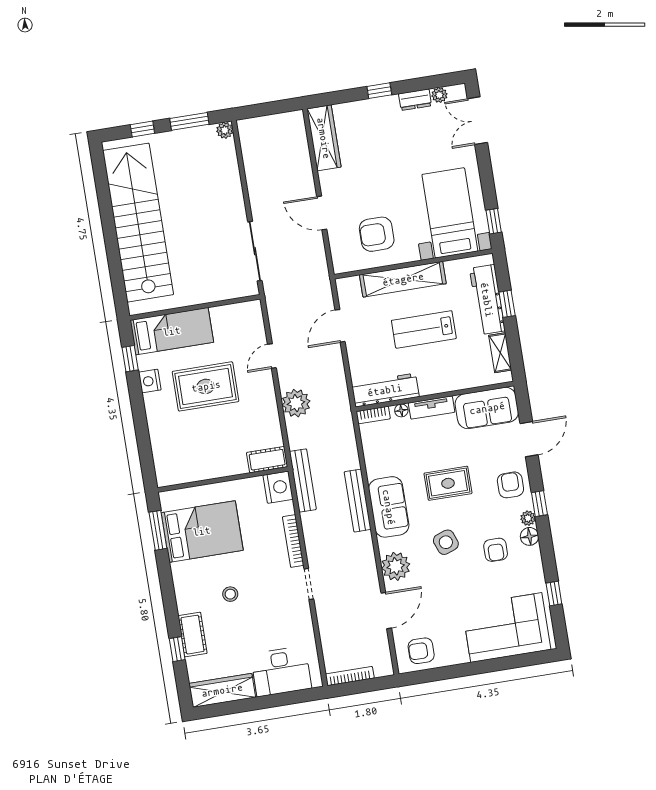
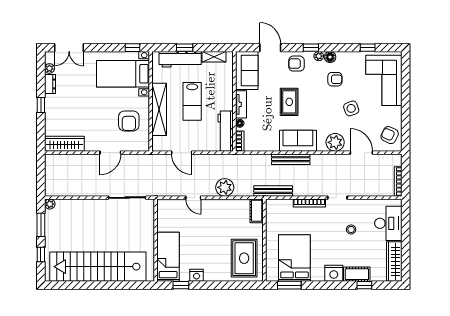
rug: (206, 386) -> (244, 258), moved
nightstand: (278, 487) -> (334, 273), moved, turned 180
side table: (446, 542) -> (351, 108), moved
stool: (230, 594) -> (351, 229), moved
armchair: (421, 651) -> (390, 135), turned 115

